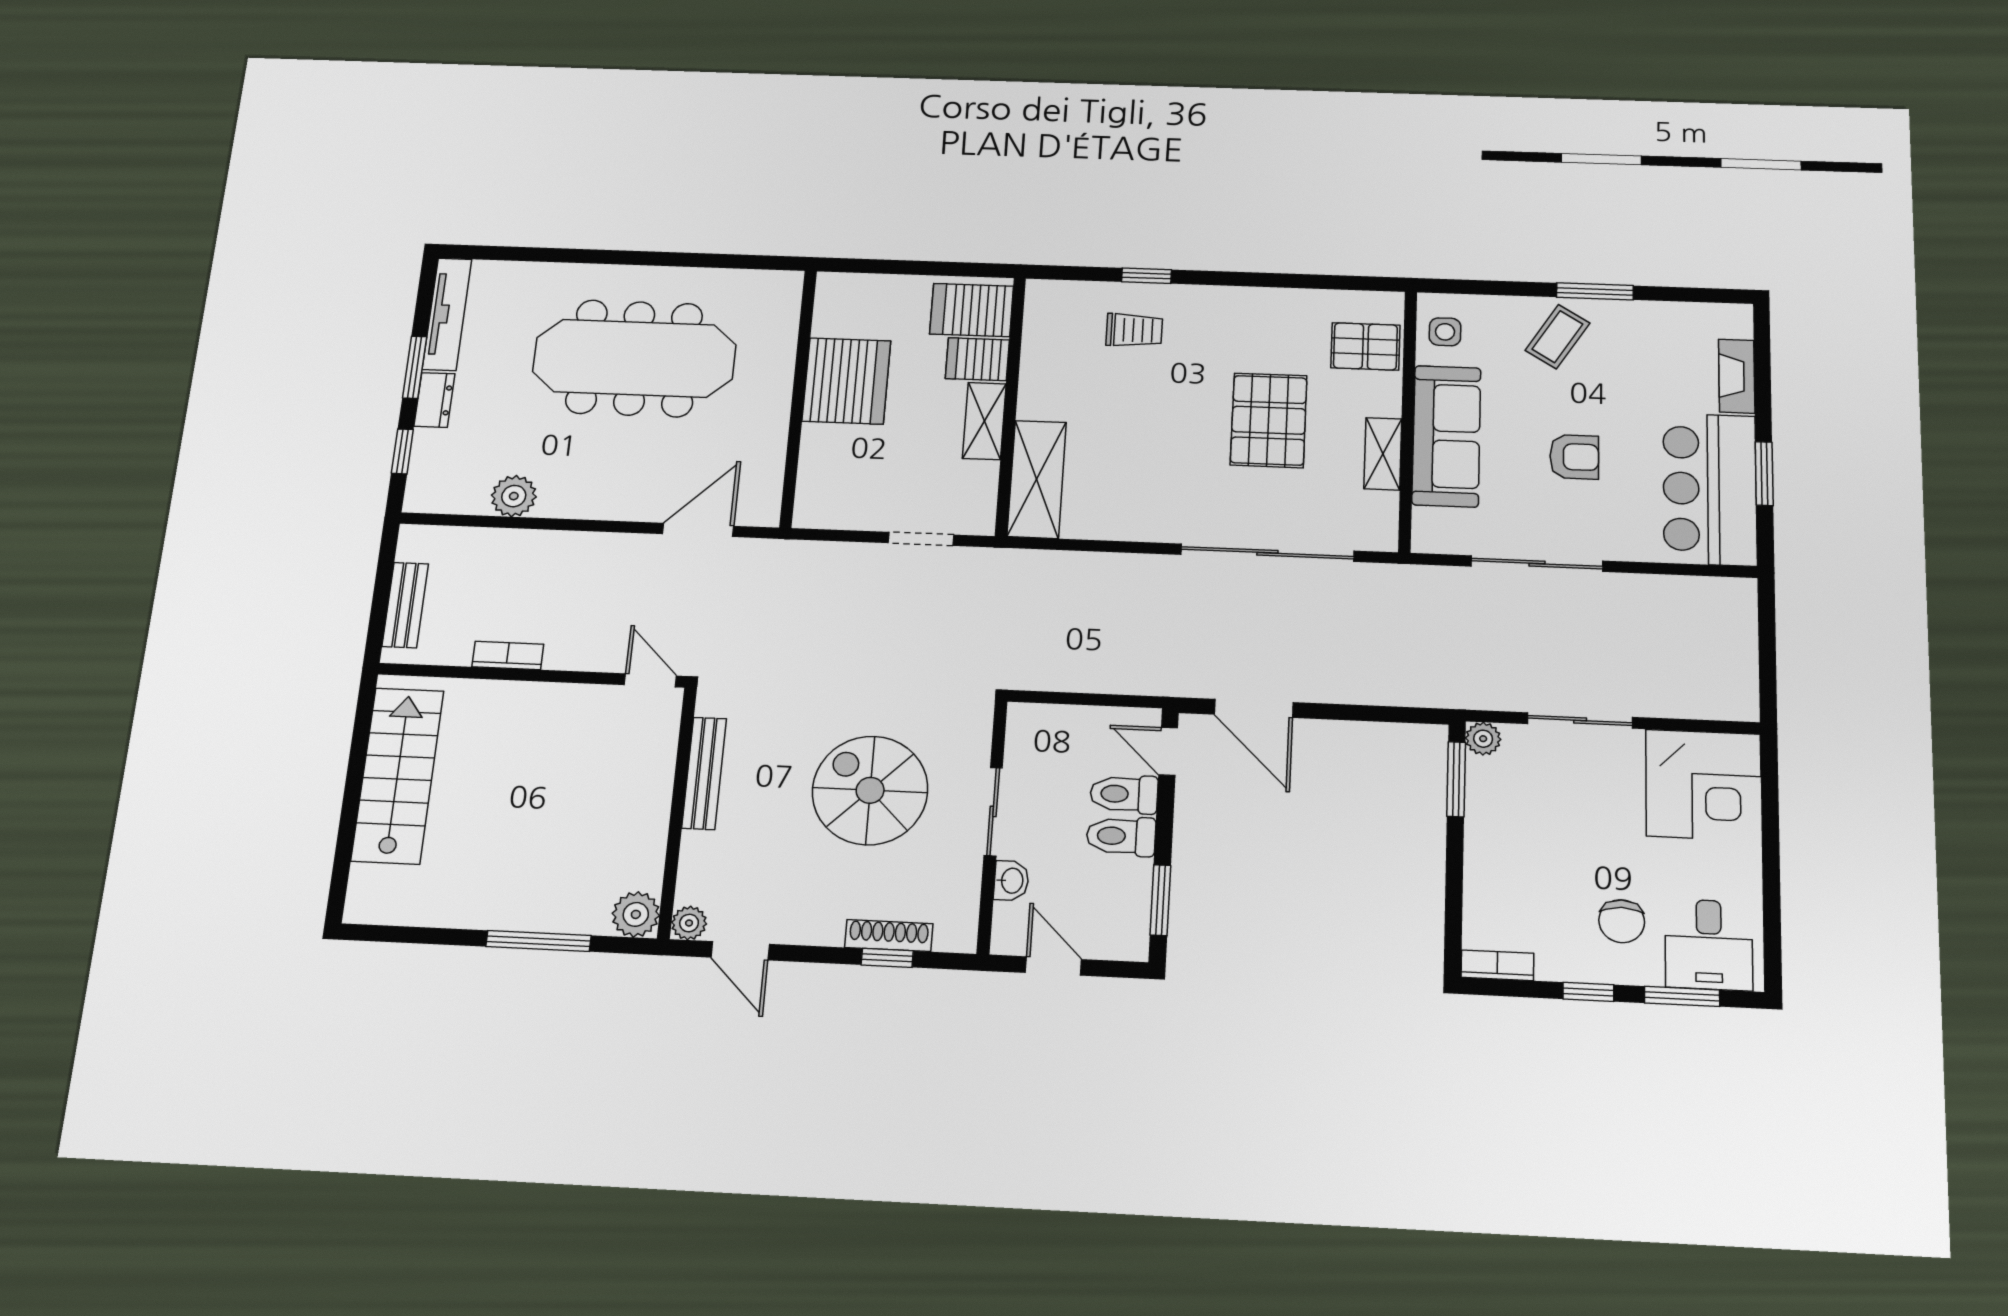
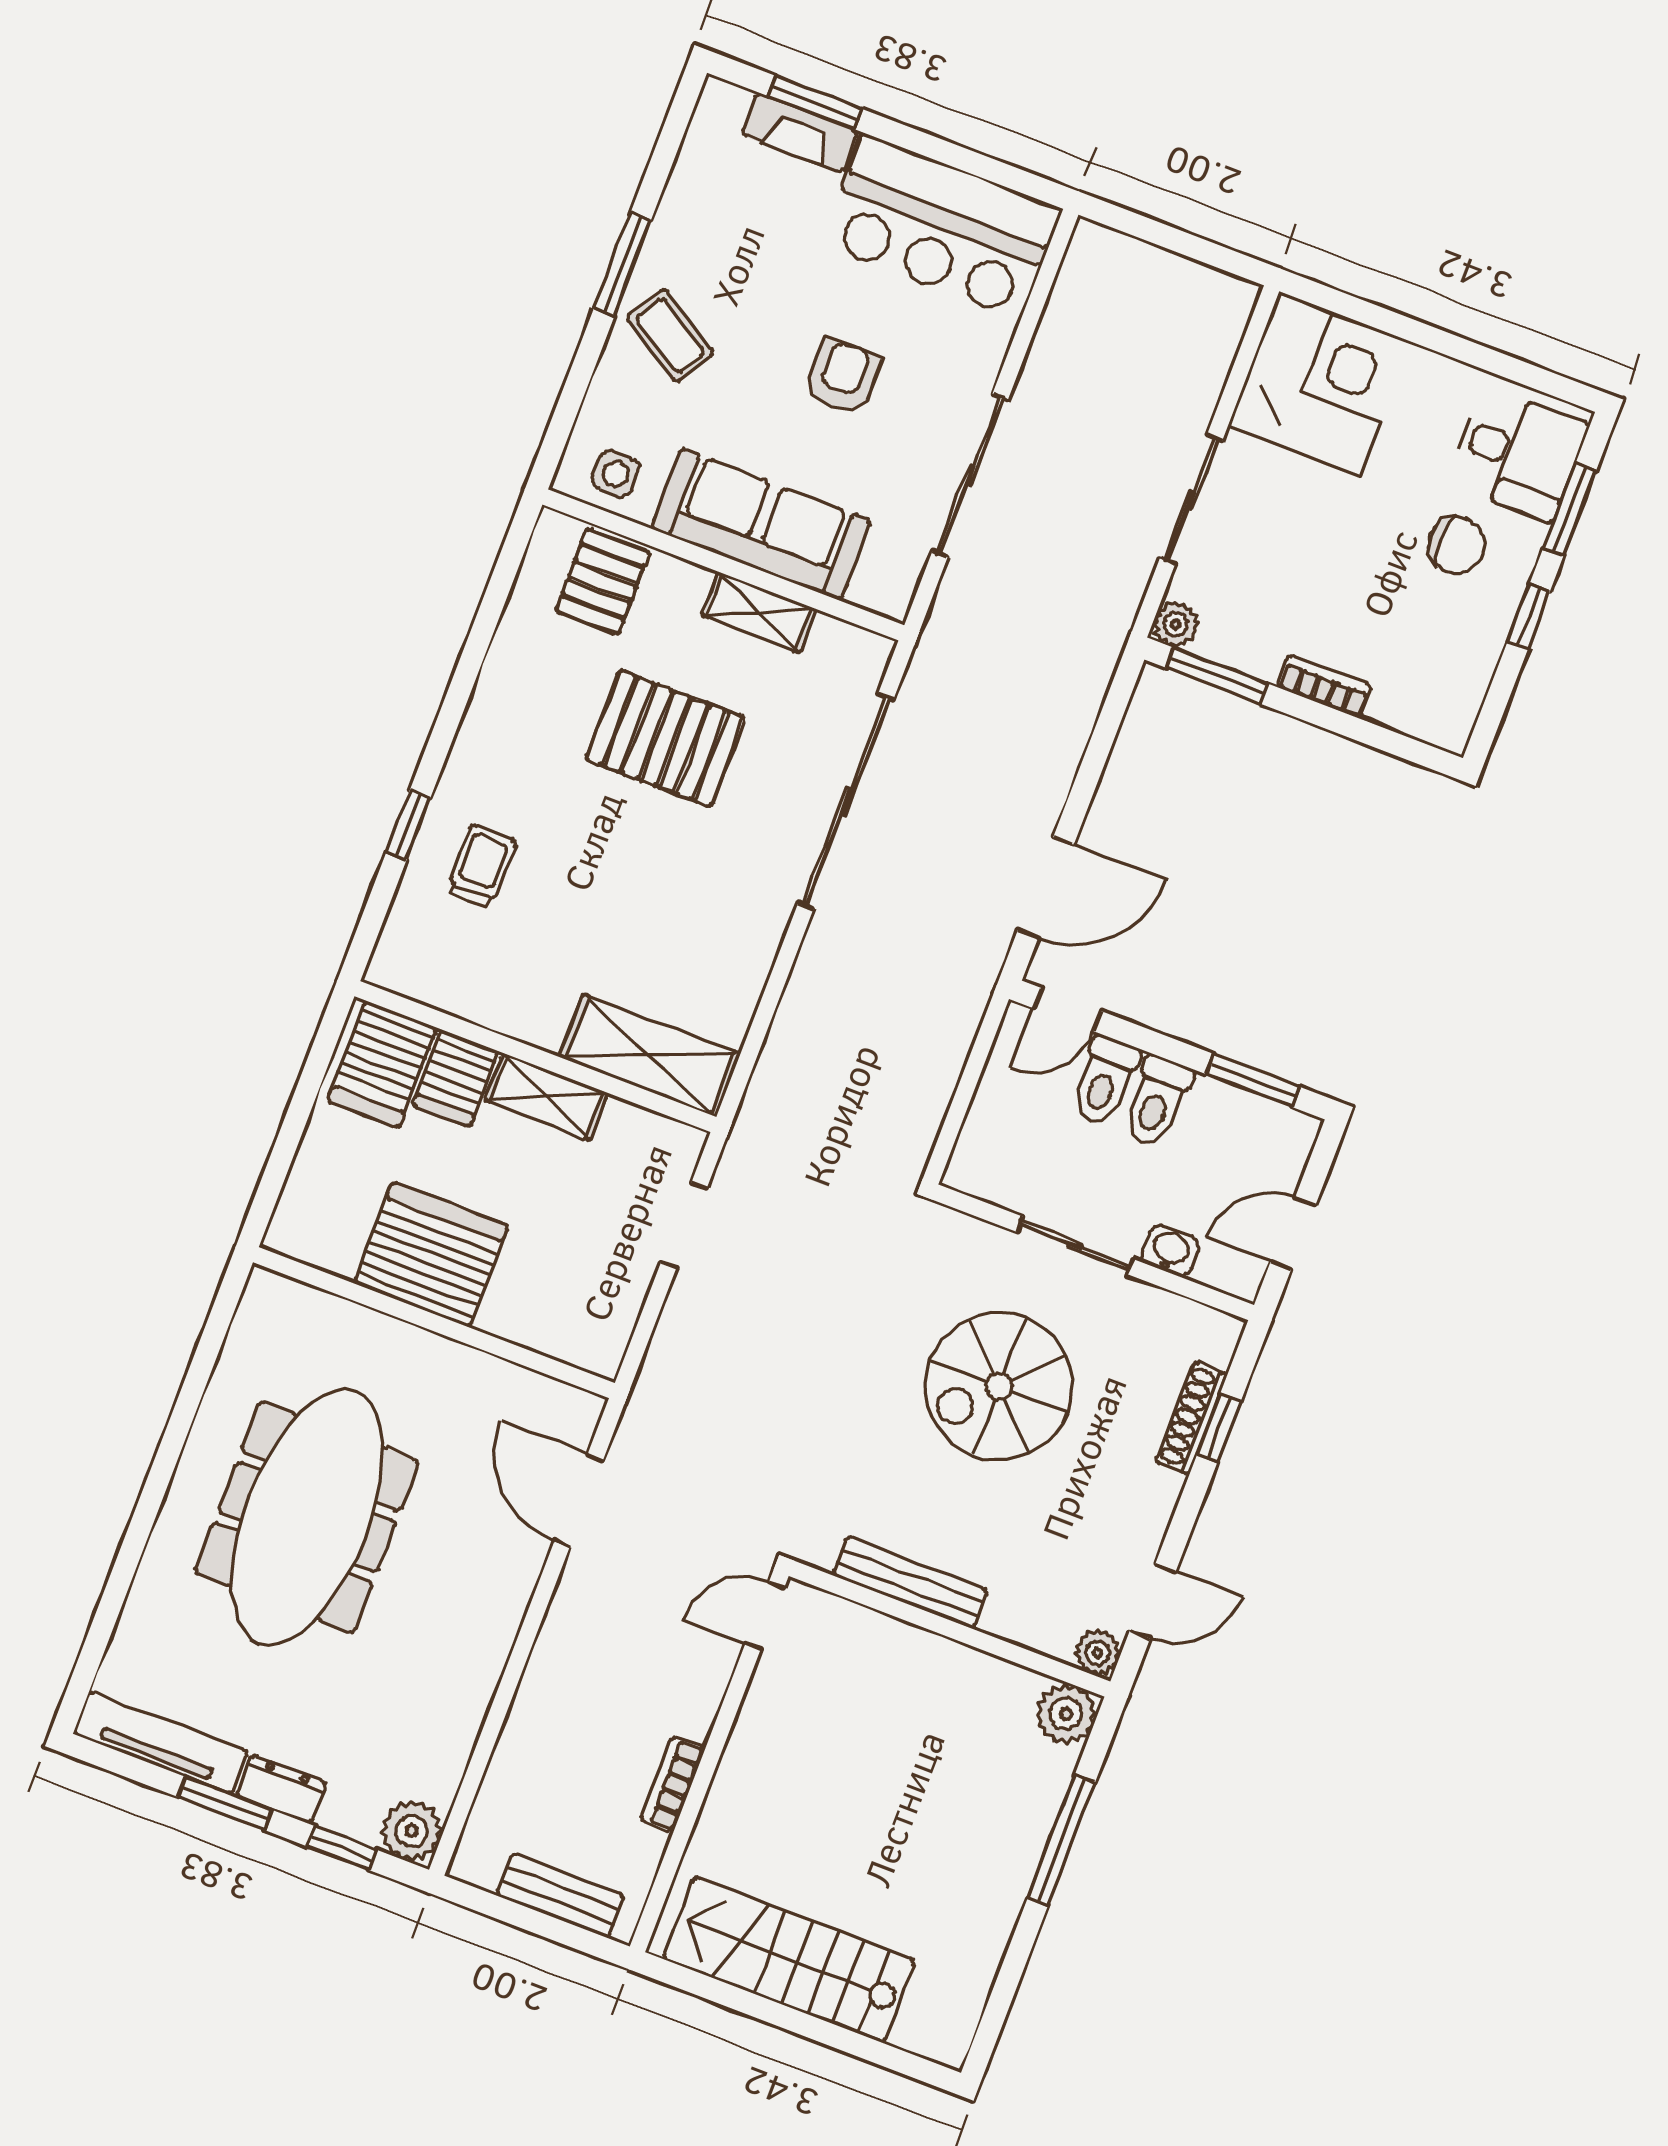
window: (1764, 474) -> (815, 102), moved
plant: (514, 496) -> (412, 1831), moved
bookcase: (1497, 965) -> (1325, 686), moved, turned 90

